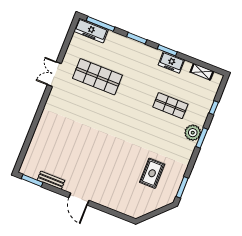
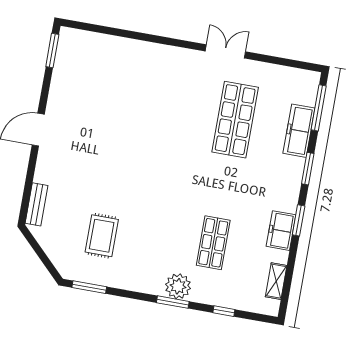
freezer: (91, 30) -> (299, 131), moved
rug: (152, 173) -> (102, 236), turned 90
bench: (51, 180) -> (37, 204), moved

